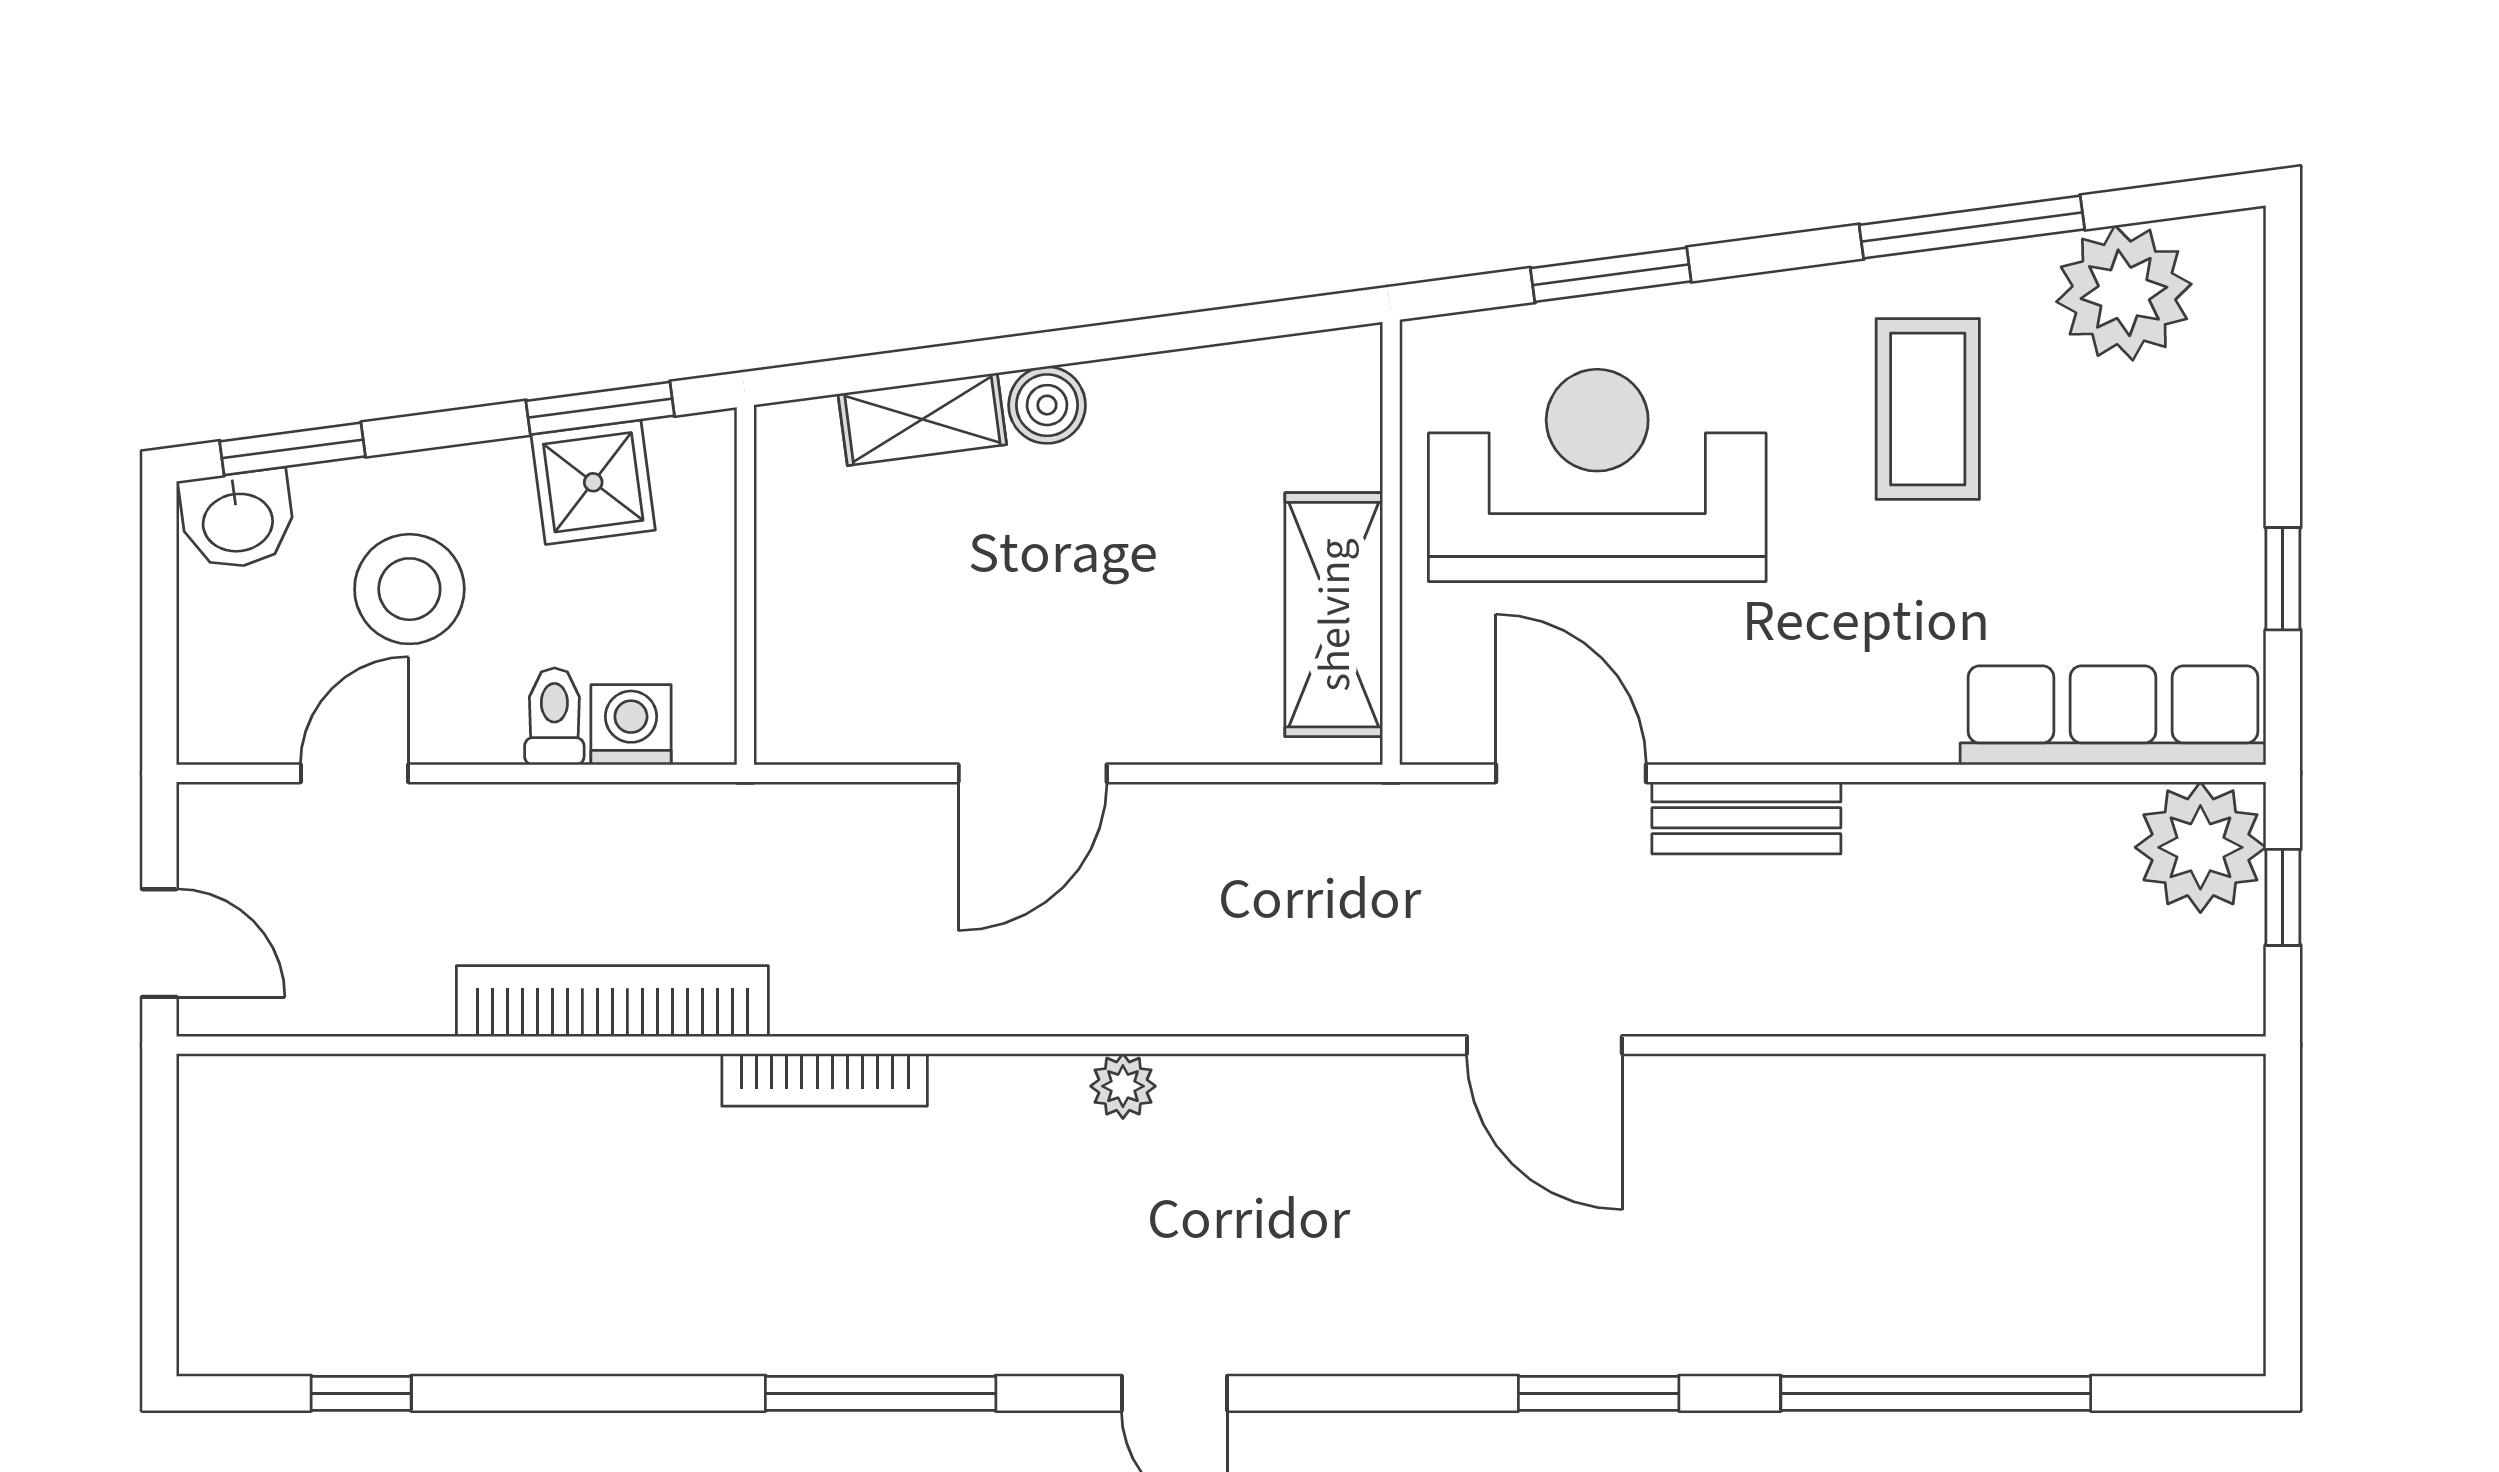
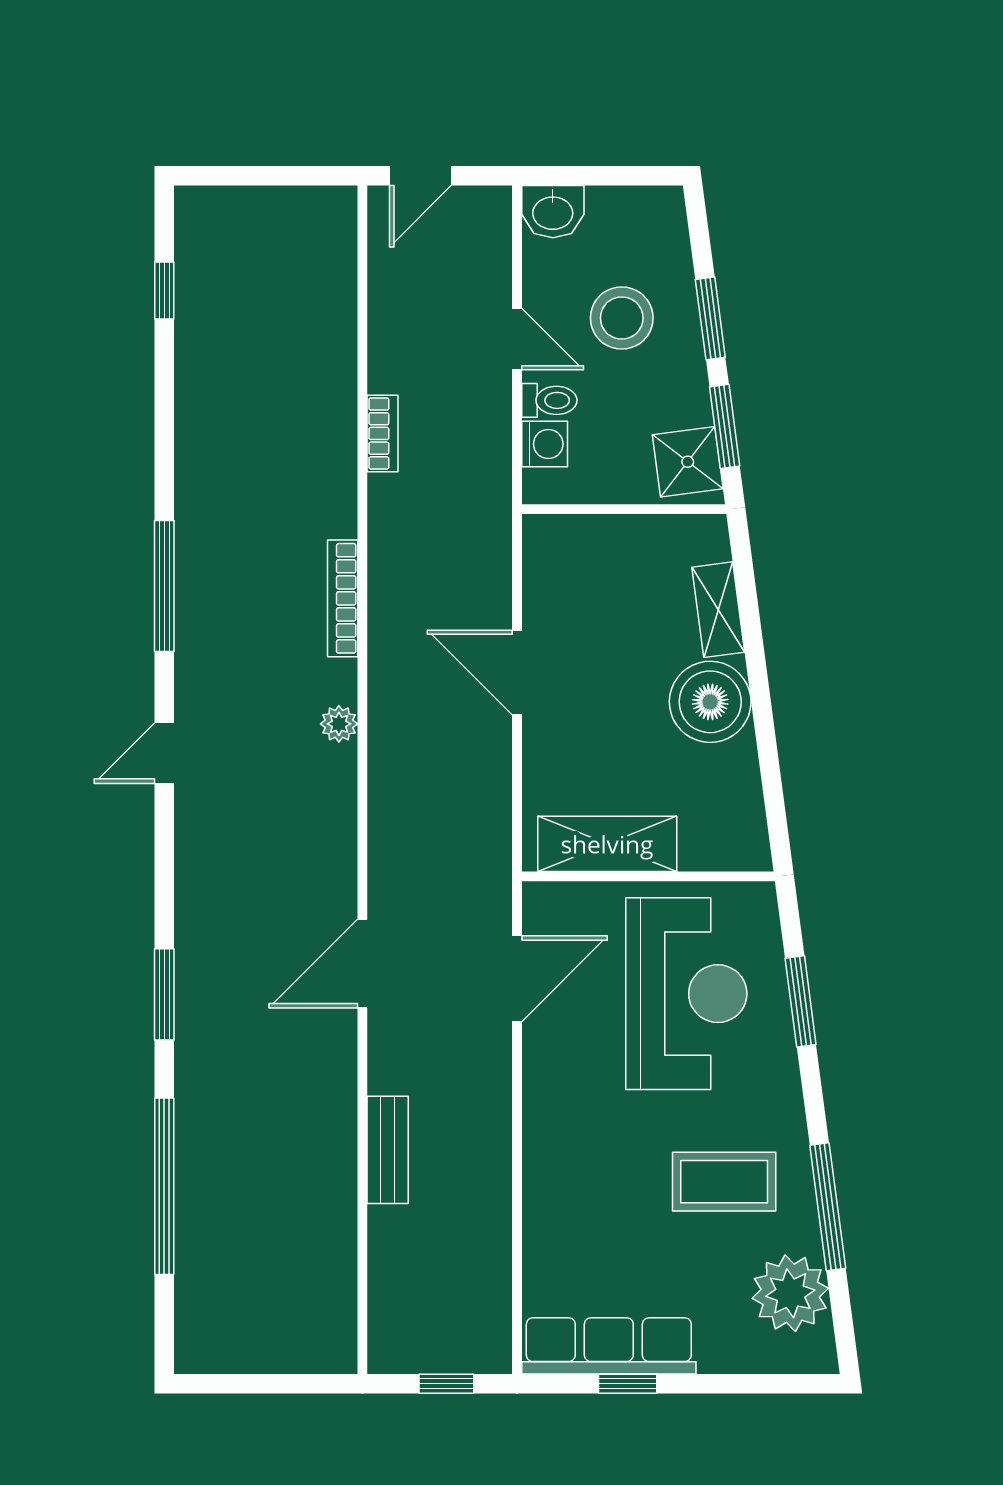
boiler: (1047, 405) -> (710, 702), width x1.86, depth x1.86
window: (292, 449) -> (710, 318), moved
shower: (593, 482) -> (688, 462), moved
washbasin: (237, 520) -> (553, 212), moved, turned -82
row of seats: (2113, 715) -> (609, 1346), moved, turned -90
door: (355, 773) -> (517, 339), moved
bench: (1746, 818) -> (388, 1150), moved
plant: (2200, 847) -> (475, 1337), removed
bookcase: (612, 1001) -> (383, 433), width x0.43, depth x0.76
bookcase: (825, 1080) -> (343, 598), moved

